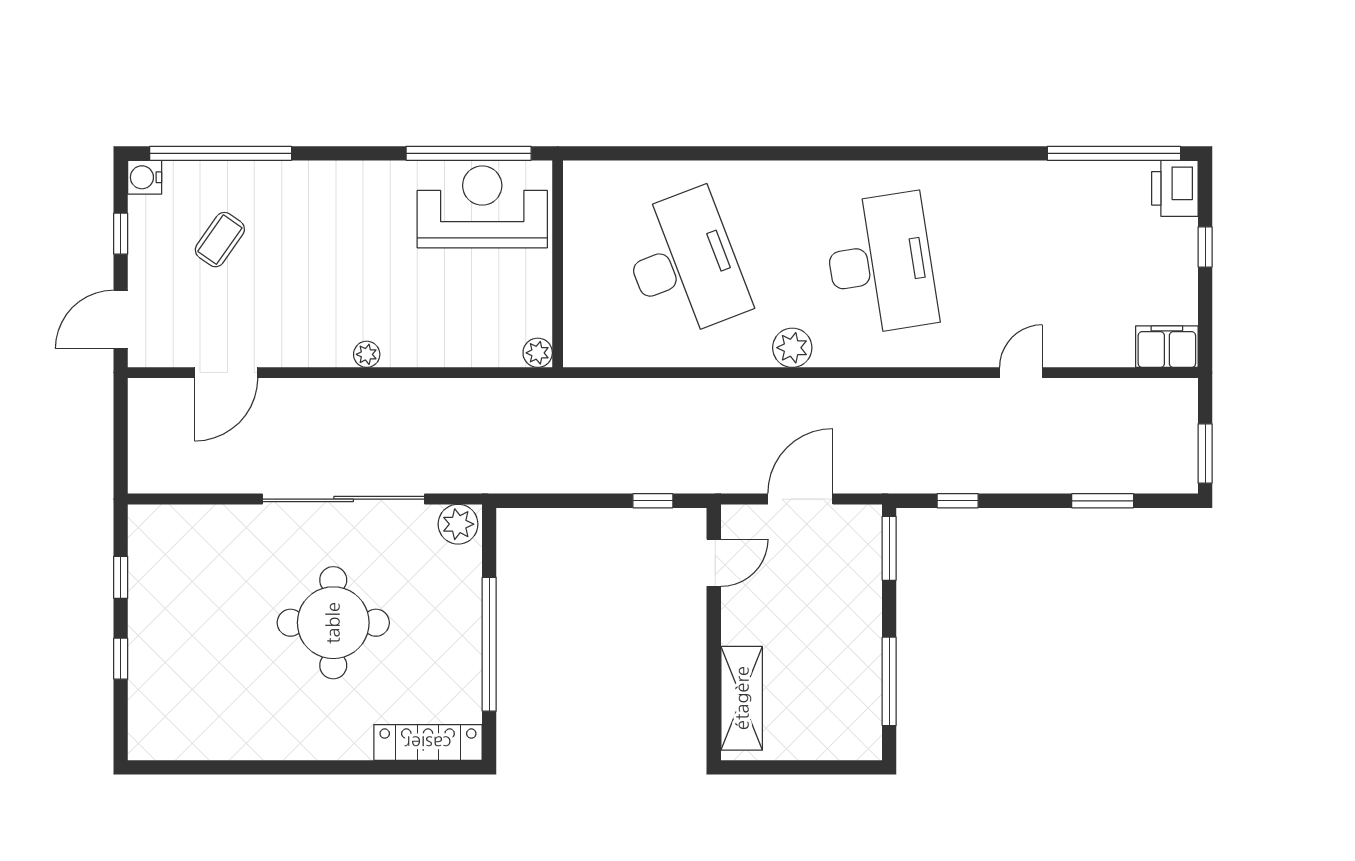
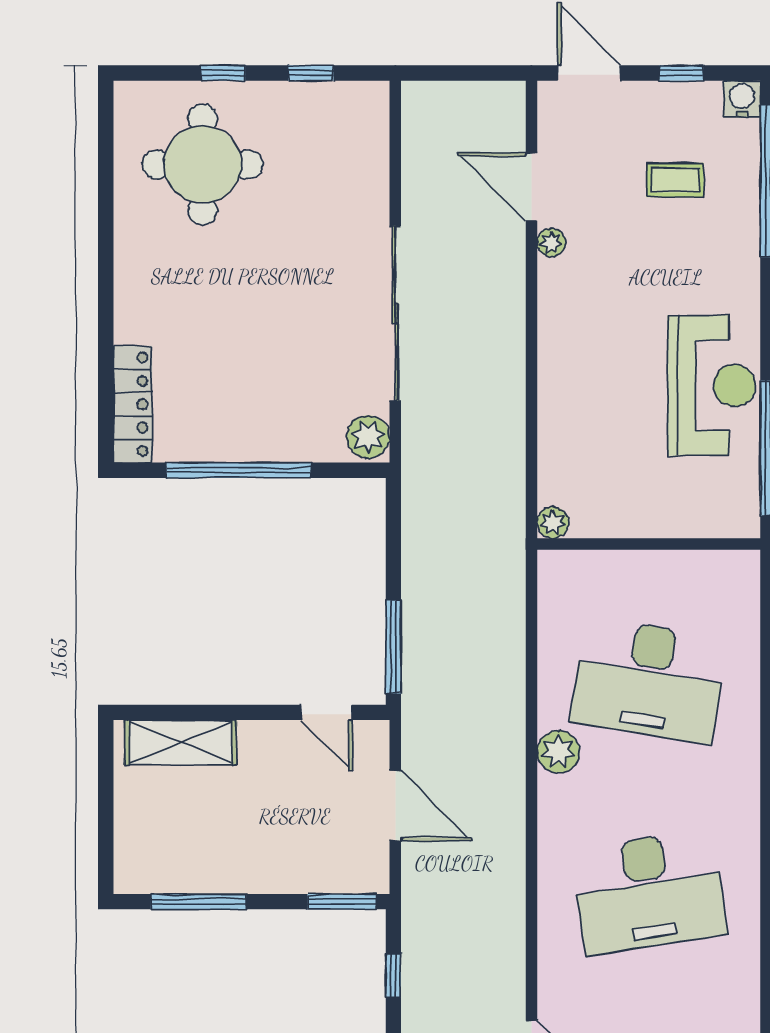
reception desk: (482, 207) -> (711, 385), moved
coffee table: (220, 240) -> (675, 180), turned -35
desk: (684, 264) -> (649, 680), turned 30
plant: (792, 348) -> (558, 752), moved
plant: (367, 354) -> (551, 242), moved
window: (653, 501) -> (393, 647), width x2.17
round table: (333, 623) -> (203, 164), moved

